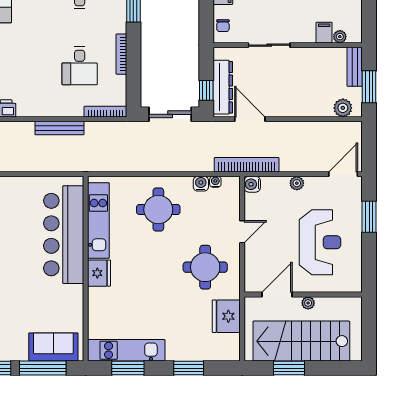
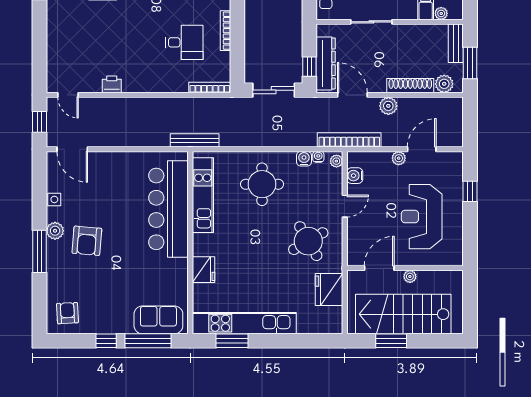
desk: (80, 66) -> (184, 42), turned -90
shoe rack: (308, 110) -> (410, 86), added
bench: (59, 128) -> (195, 140), moved
plant: (286, 130) -> (388, 106), added
door: (343, 174) -> (422, 149), moved
water cooler: (252, 184) -> (355, 176), moved
plant: (234, 186) -> (336, 161), added
window: (369, 217) -> (470, 191), width x0.67
reception desk: (320, 242) -> (422, 217), turned 180
round table: (205, 267) -> (308, 241), turned -30
fridge: (99, 273) -> (204, 270), moved
kitchen unit: (126, 350) -> (244, 323), width x1.36
window: (189, 368) -> (292, 341), removed

